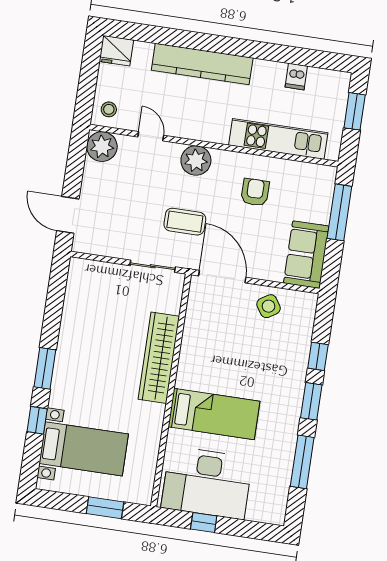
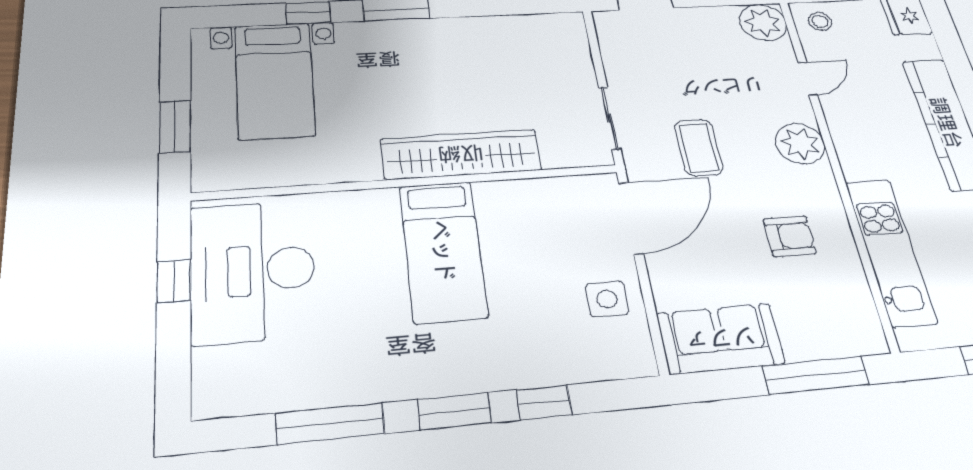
side table: (269, 306) -> (607, 299), turned 33
bed: (214, 414) -> (443, 251), moved

